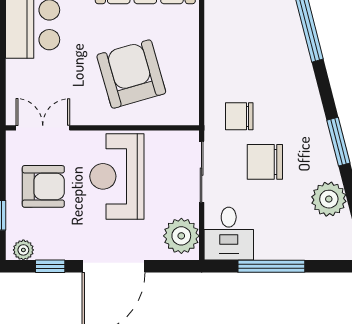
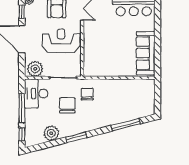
armchair: (131, 74) -> (106, 47), removed
desk: (229, 234) -> (36, 94), width x1.37
window: (332, 266) -> (22, 134), added

